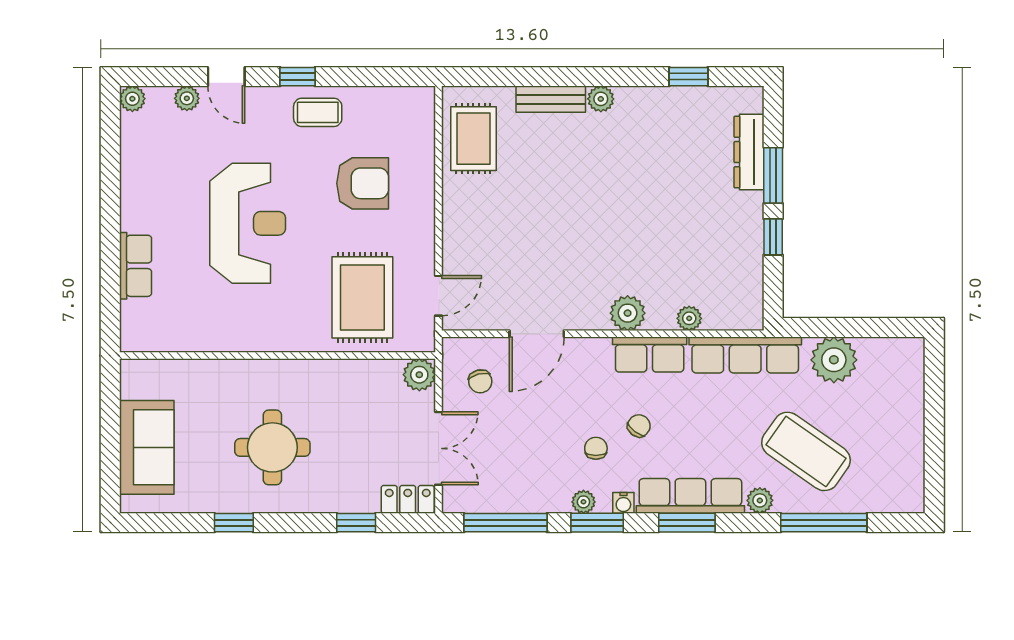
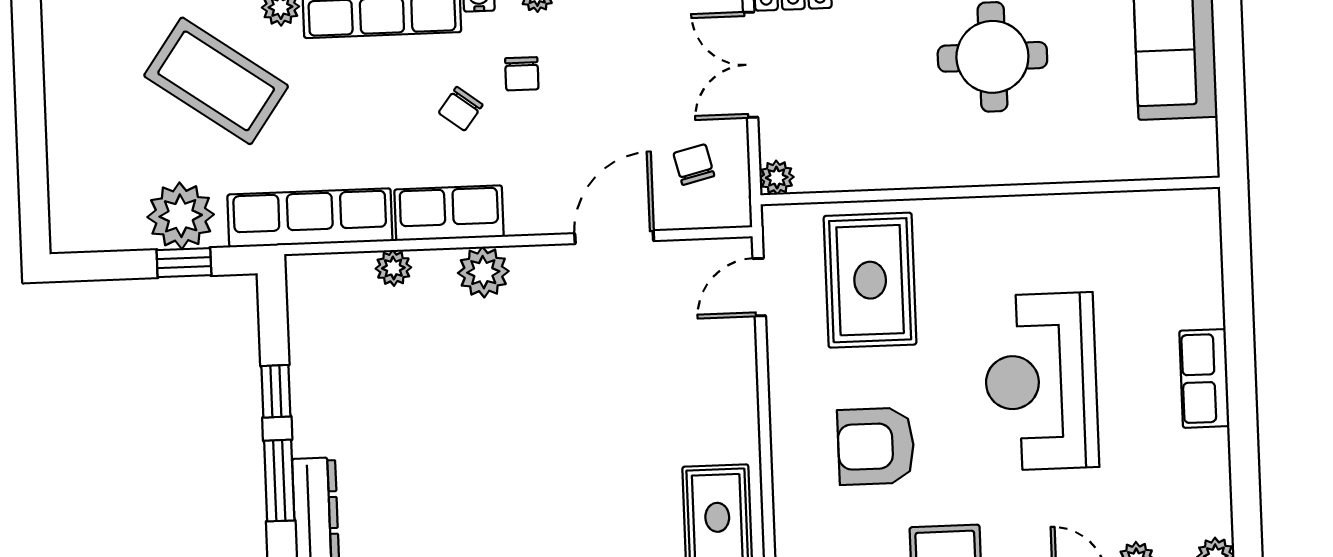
row of seats: (135, 266) -> (1204, 378), moved
window: (833, 328) -> (184, 263), added
plant: (419, 375) -> (777, 178), width x0.73, depth x0.73

